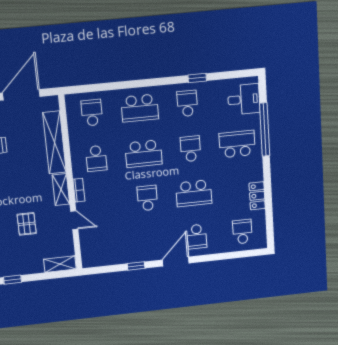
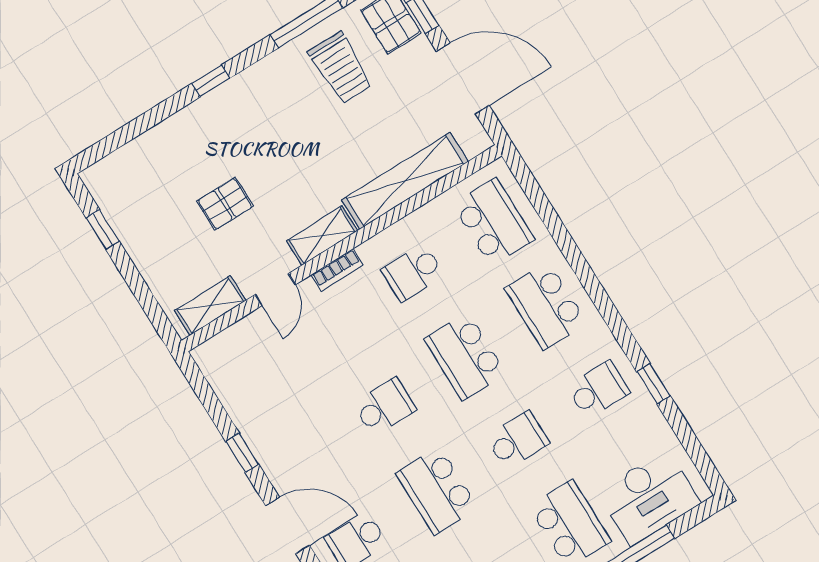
desk: (244, 99) -> (649, 498), width x1.37
school desk: (92, 113) -> (494, 222), width x1.85
shelving: (60, 264) -> (210, 306), moved, turned 90

